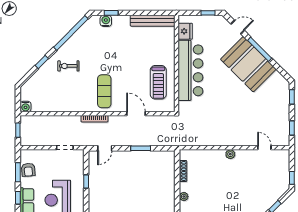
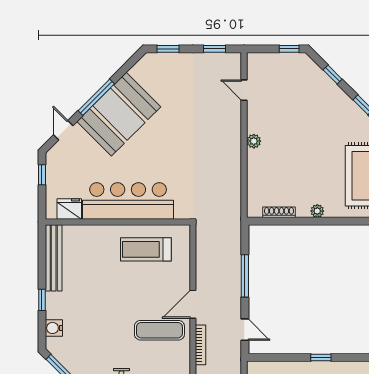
window: (111, 13) -> (42, 300), moved
treadmill: (158, 82) -> (146, 249), turned 180
door: (136, 114) -> (193, 304), moved
window: (141, 148) -> (245, 276), width x1.44
door: (264, 148) -> (244, 90), hinge flipped
window: (86, 181) -> (321, 358), moved

